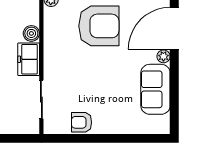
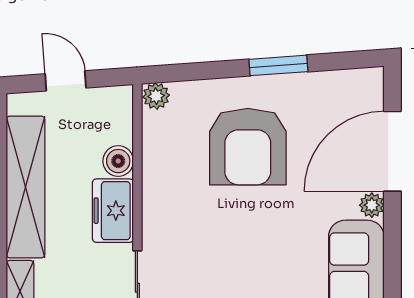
armchair: (99, 26) -> (248, 147), turned 90

